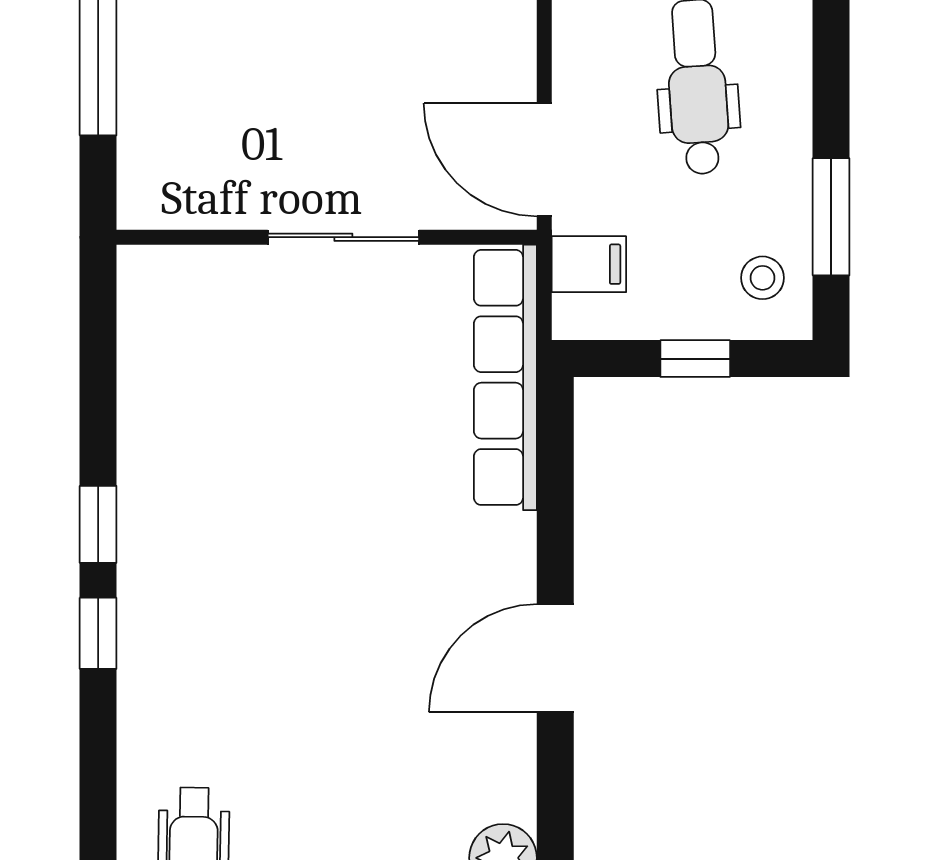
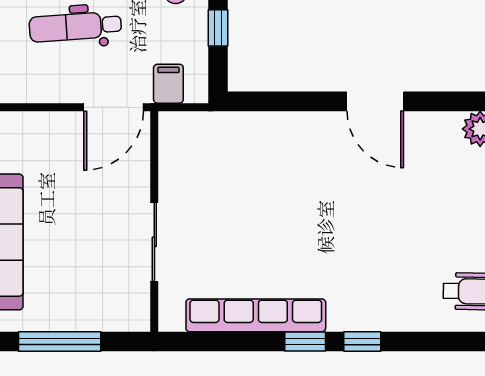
sliding door: (343, 237) -> (154, 242), moved
row of seats: (505, 377) -> (256, 315), moved, turned 180

